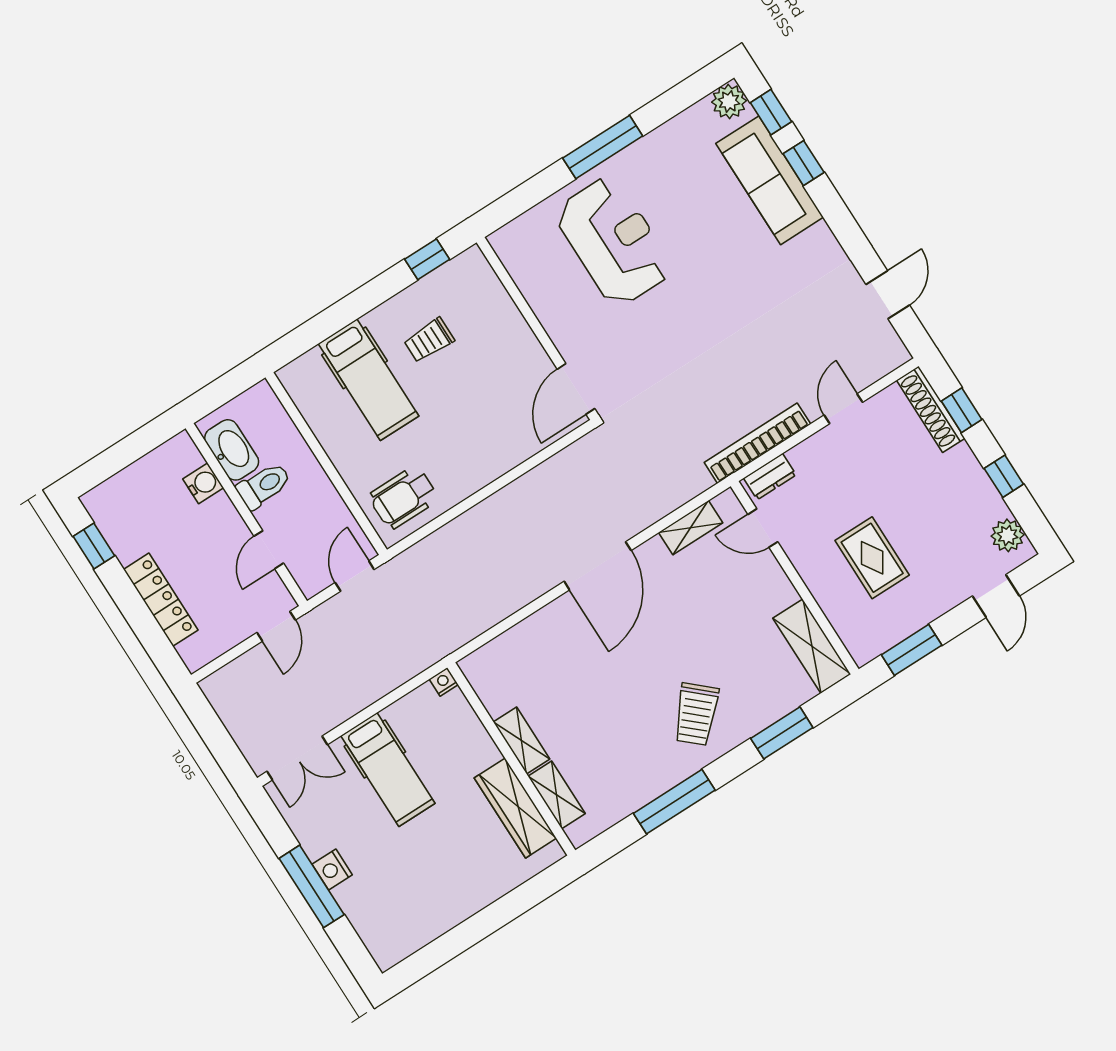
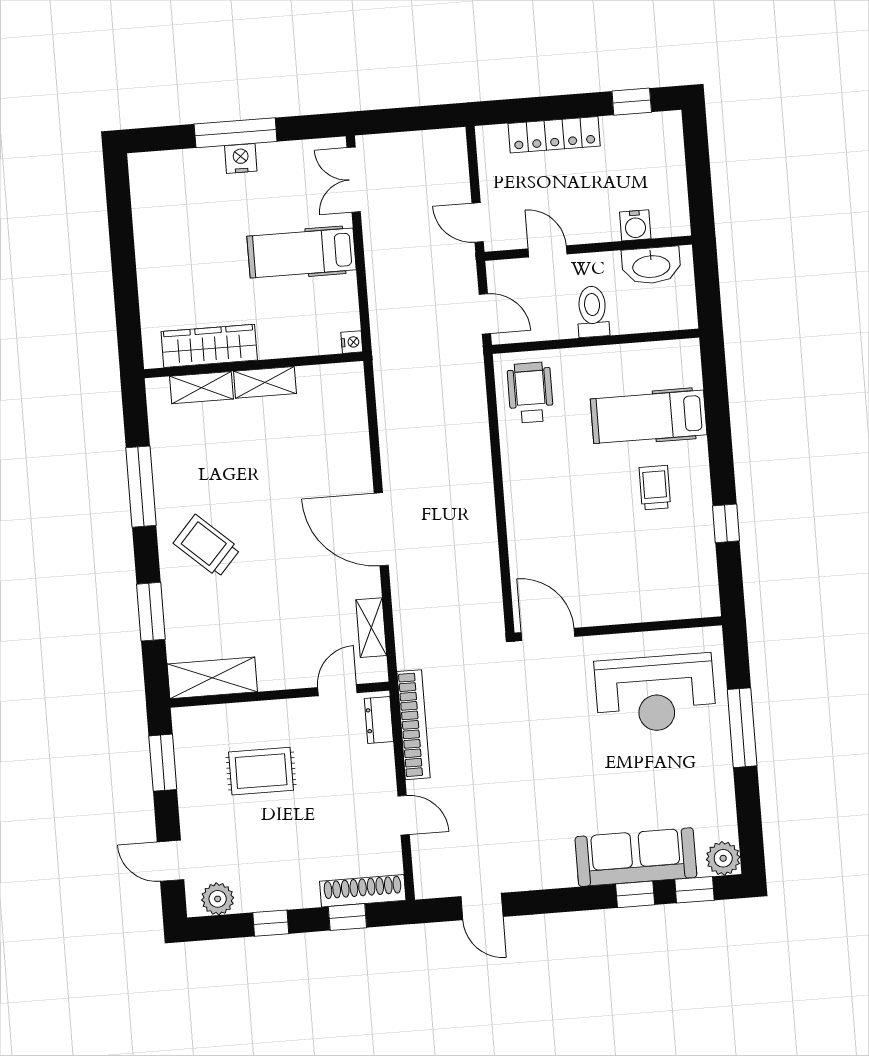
wall: (537, 329) -> (618, 629), moved
door: (576, 389) -> (548, 634), moved
toilet: (264, 486) -> (593, 312), moved, turned 180

